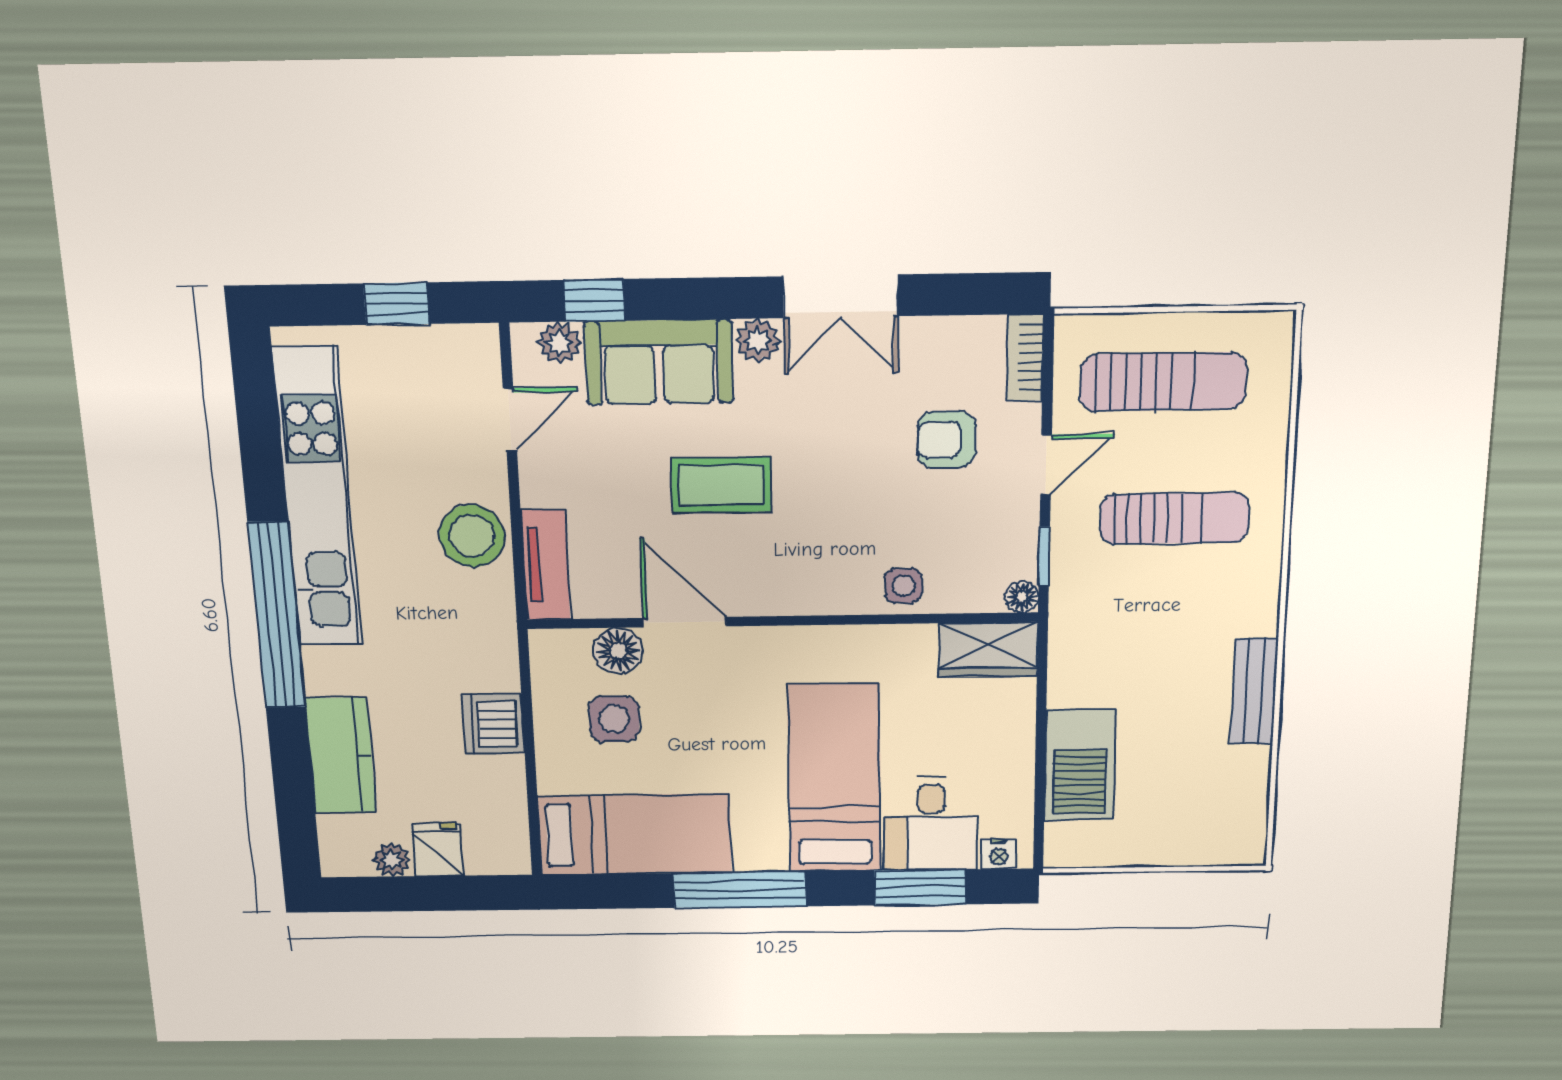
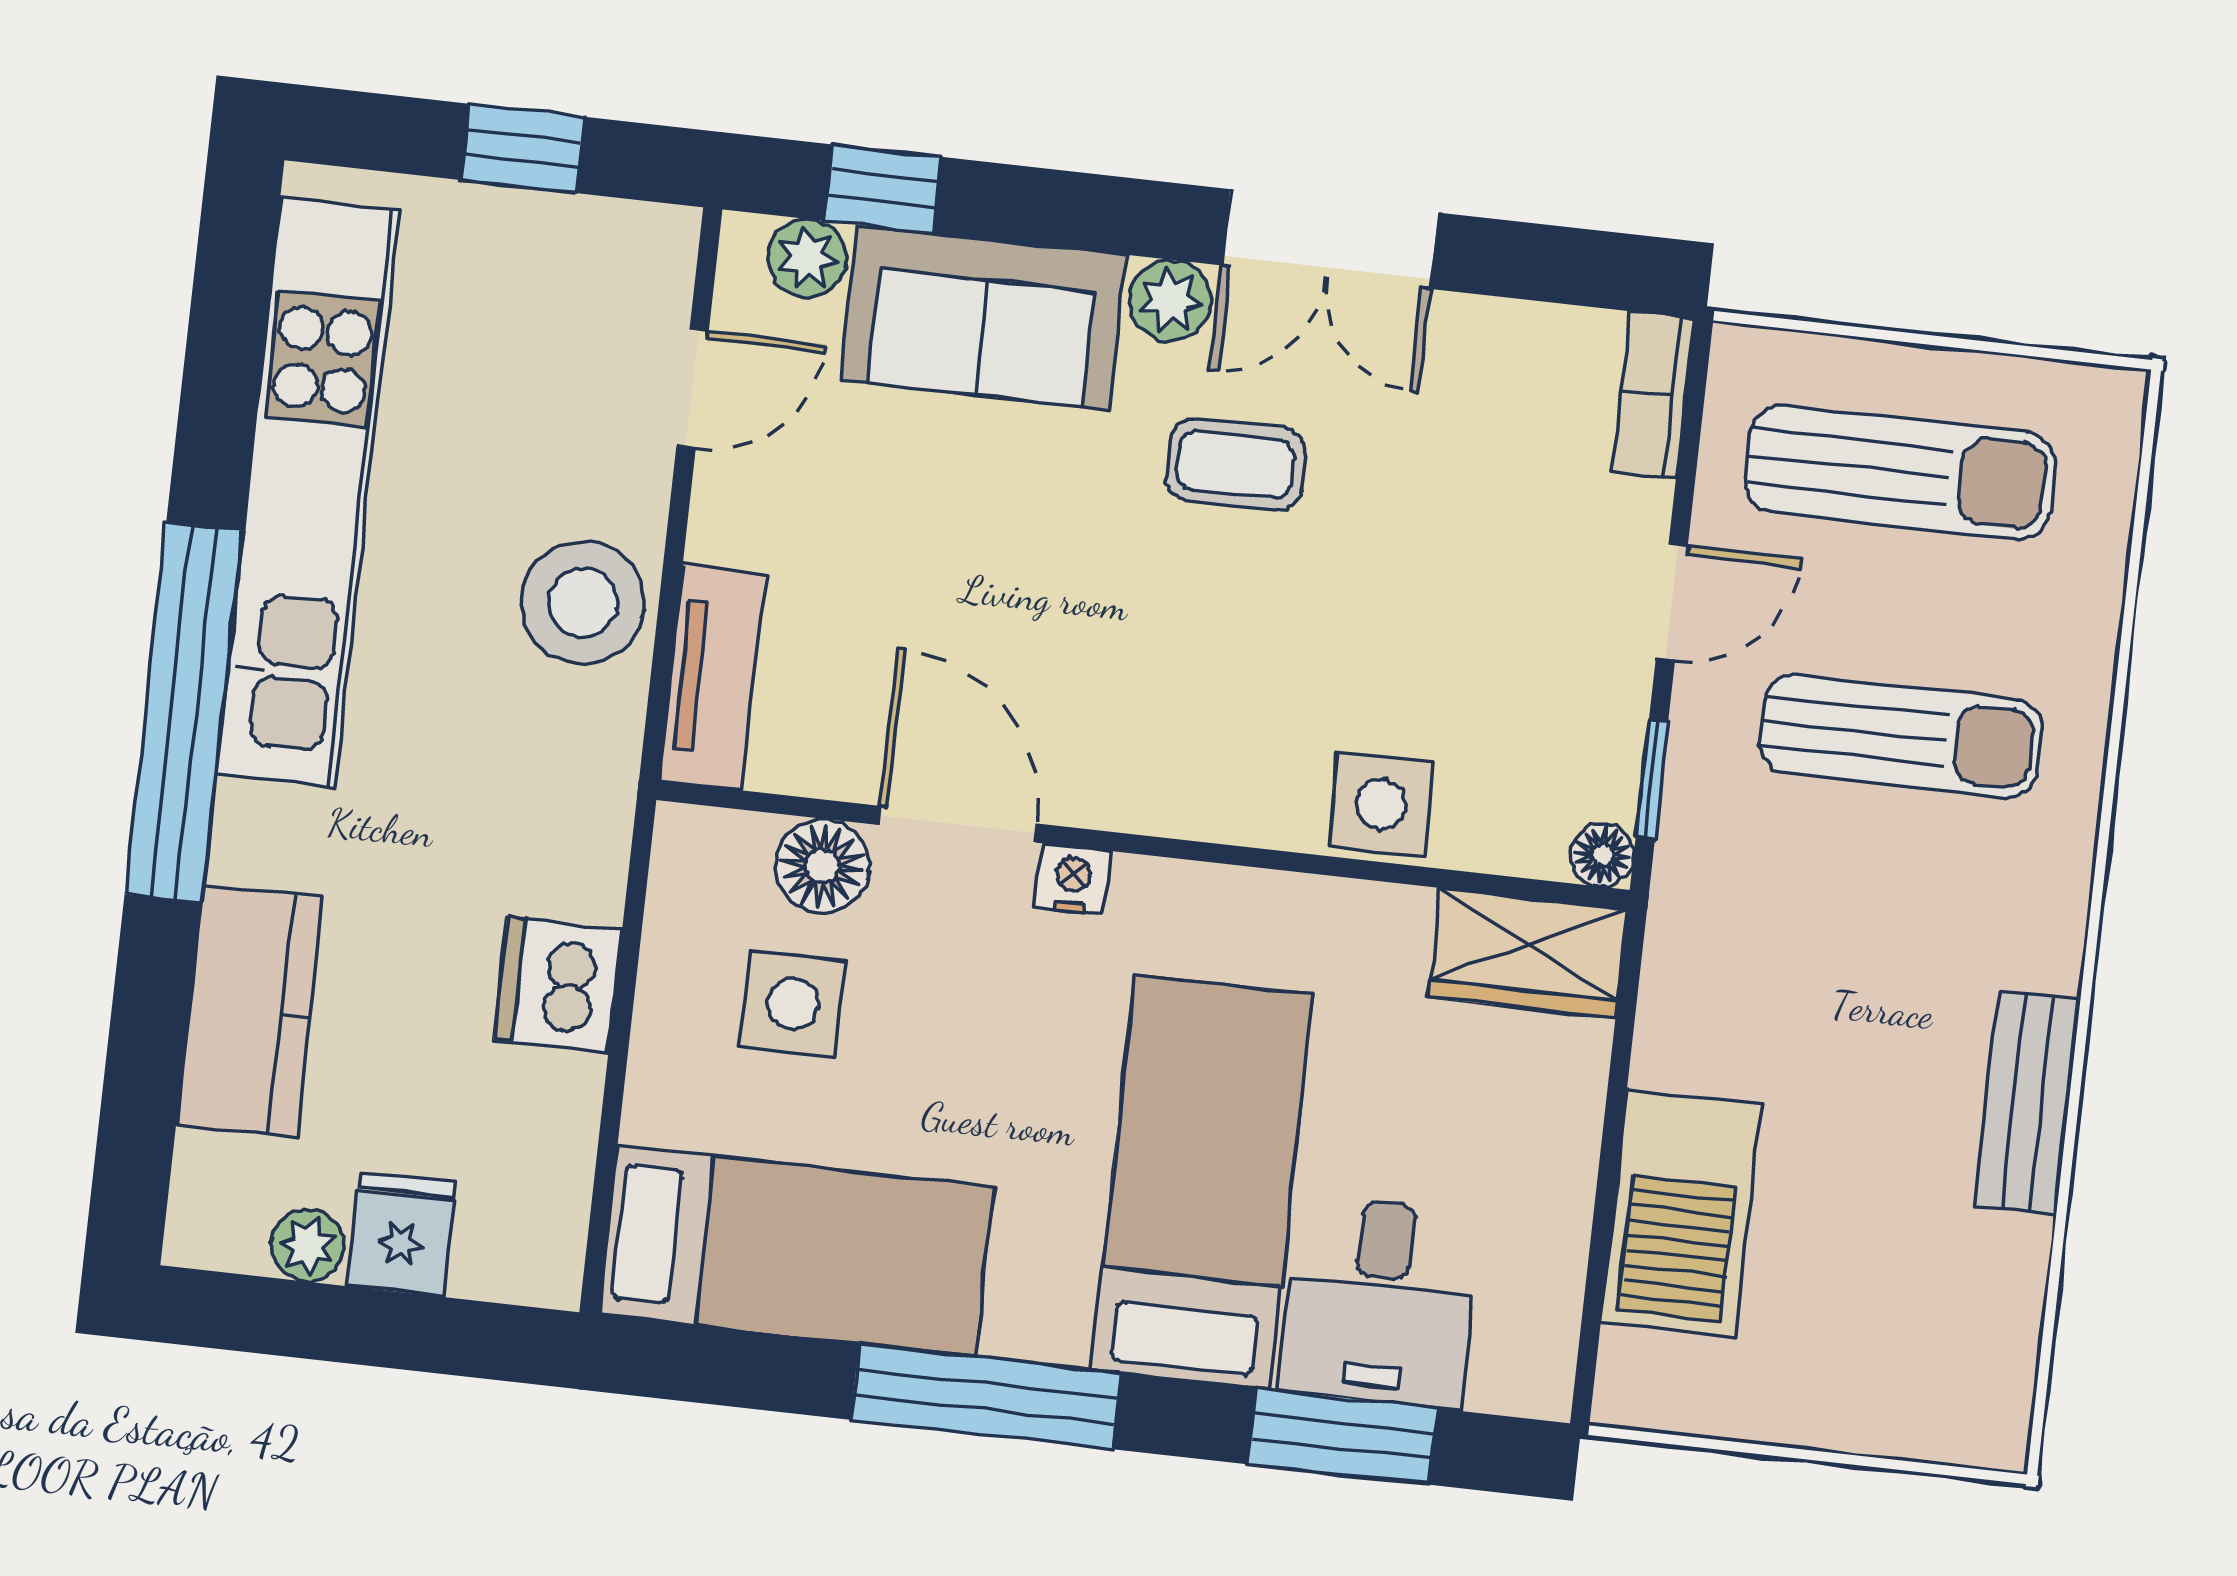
armchair: (946, 440) -> (1493, 531), removed
coffee table: (721, 485) -> (1236, 464), moved, width x0.73, depth x0.77
side table: (903, 586) -> (1381, 804), width x1.37, depth x1.37
nightstand: (999, 854) -> (1073, 879), moved, turned 180

